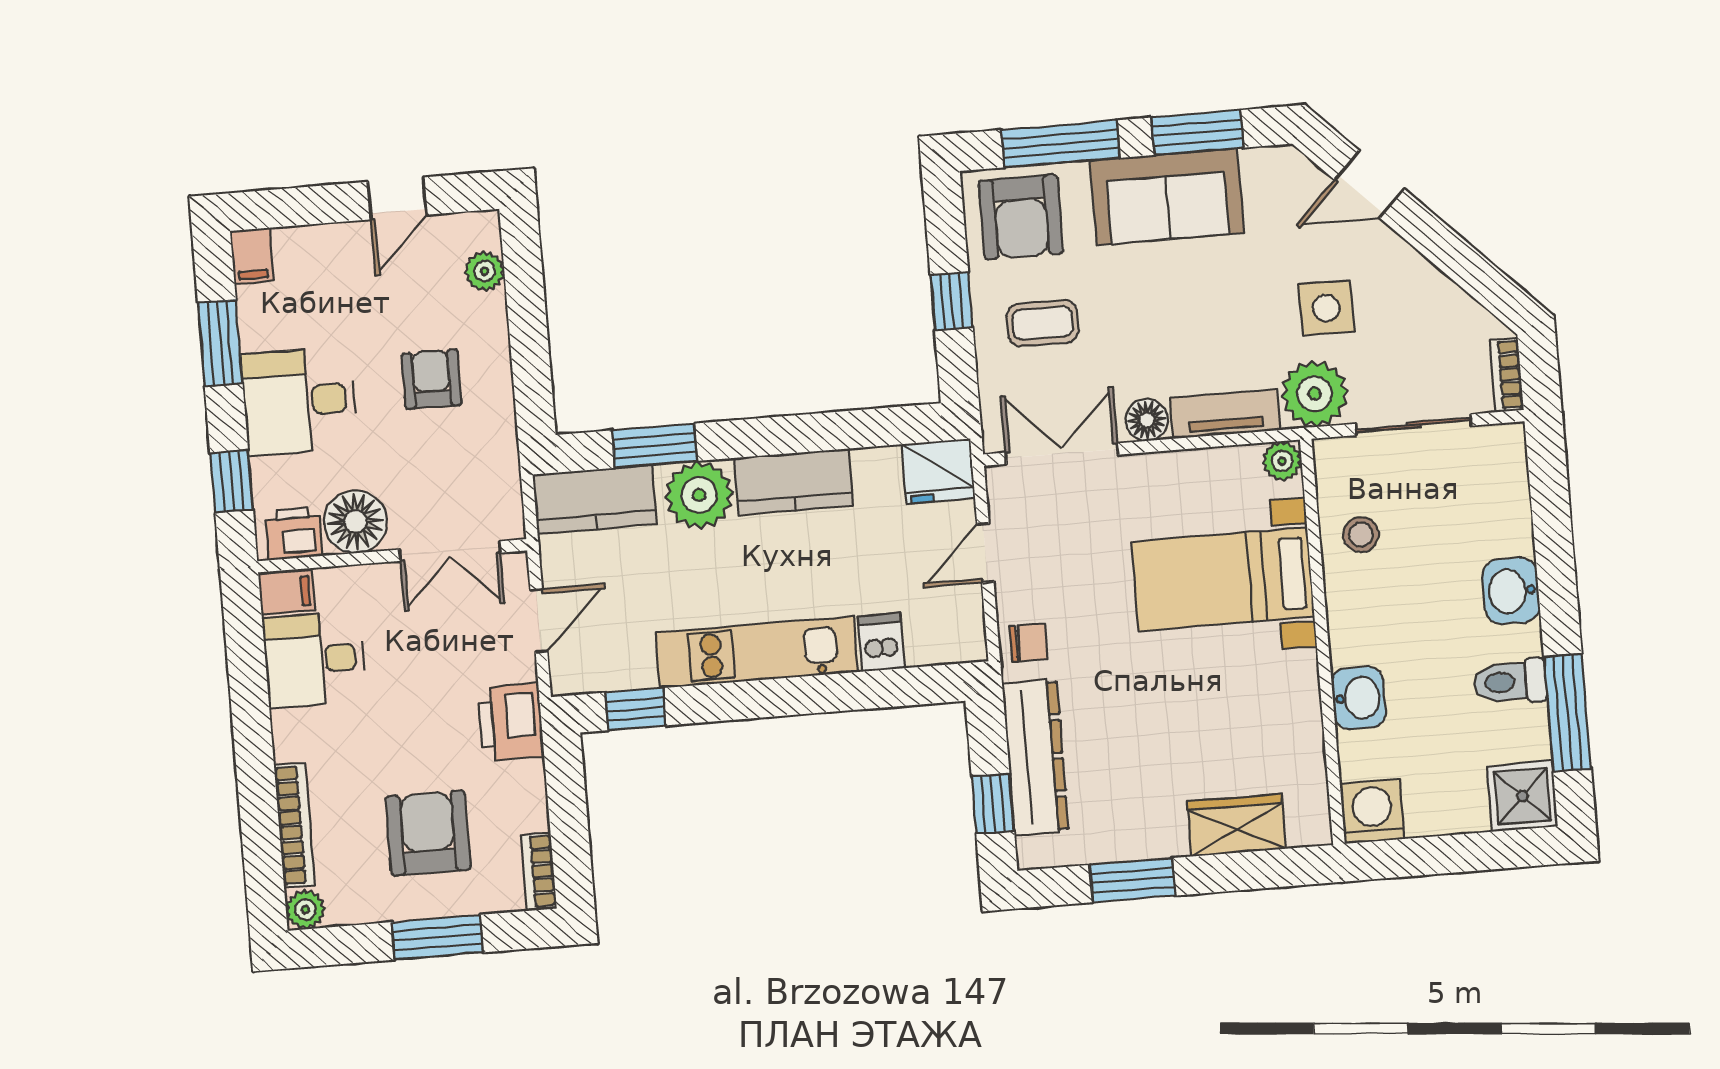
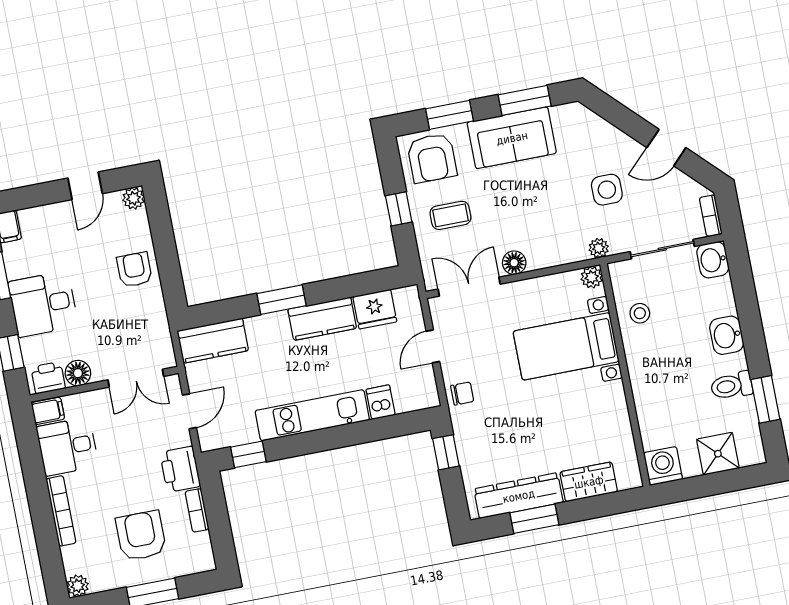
window: (1061, 144) -> (449, 115), width x0.69
door: (1370, 184) -> (666, 148), moved
plant: (485, 271) -> (134, 198), moved
armchair: (431, 379) -> (134, 270), moved
plant: (1315, 394) -> (599, 248), width x0.53, depth x0.53
tv unit: (1225, 414) -> (557, 255), removed
window: (655, 446) -> (281, 300), moved
fridge: (938, 471) -> (375, 309), moved
plant: (699, 495) -> (271, 332), removed
floor lamp: (356, 522) -> (78, 373), width x0.73, depth x0.73
washbasin: (1359, 698) -> (713, 260), moved, turned 180
window: (1567, 713) -> (765, 399), width x0.69
dresser: (1035, 757) -> (519, 496), moved, turned -90
shower: (1522, 796) -> (718, 454), moved
window: (993, 804) -> (446, 452), moved
bookcase: (295, 825) -> (61, 511), moved
bookcase: (539, 871) -> (197, 510), moved

